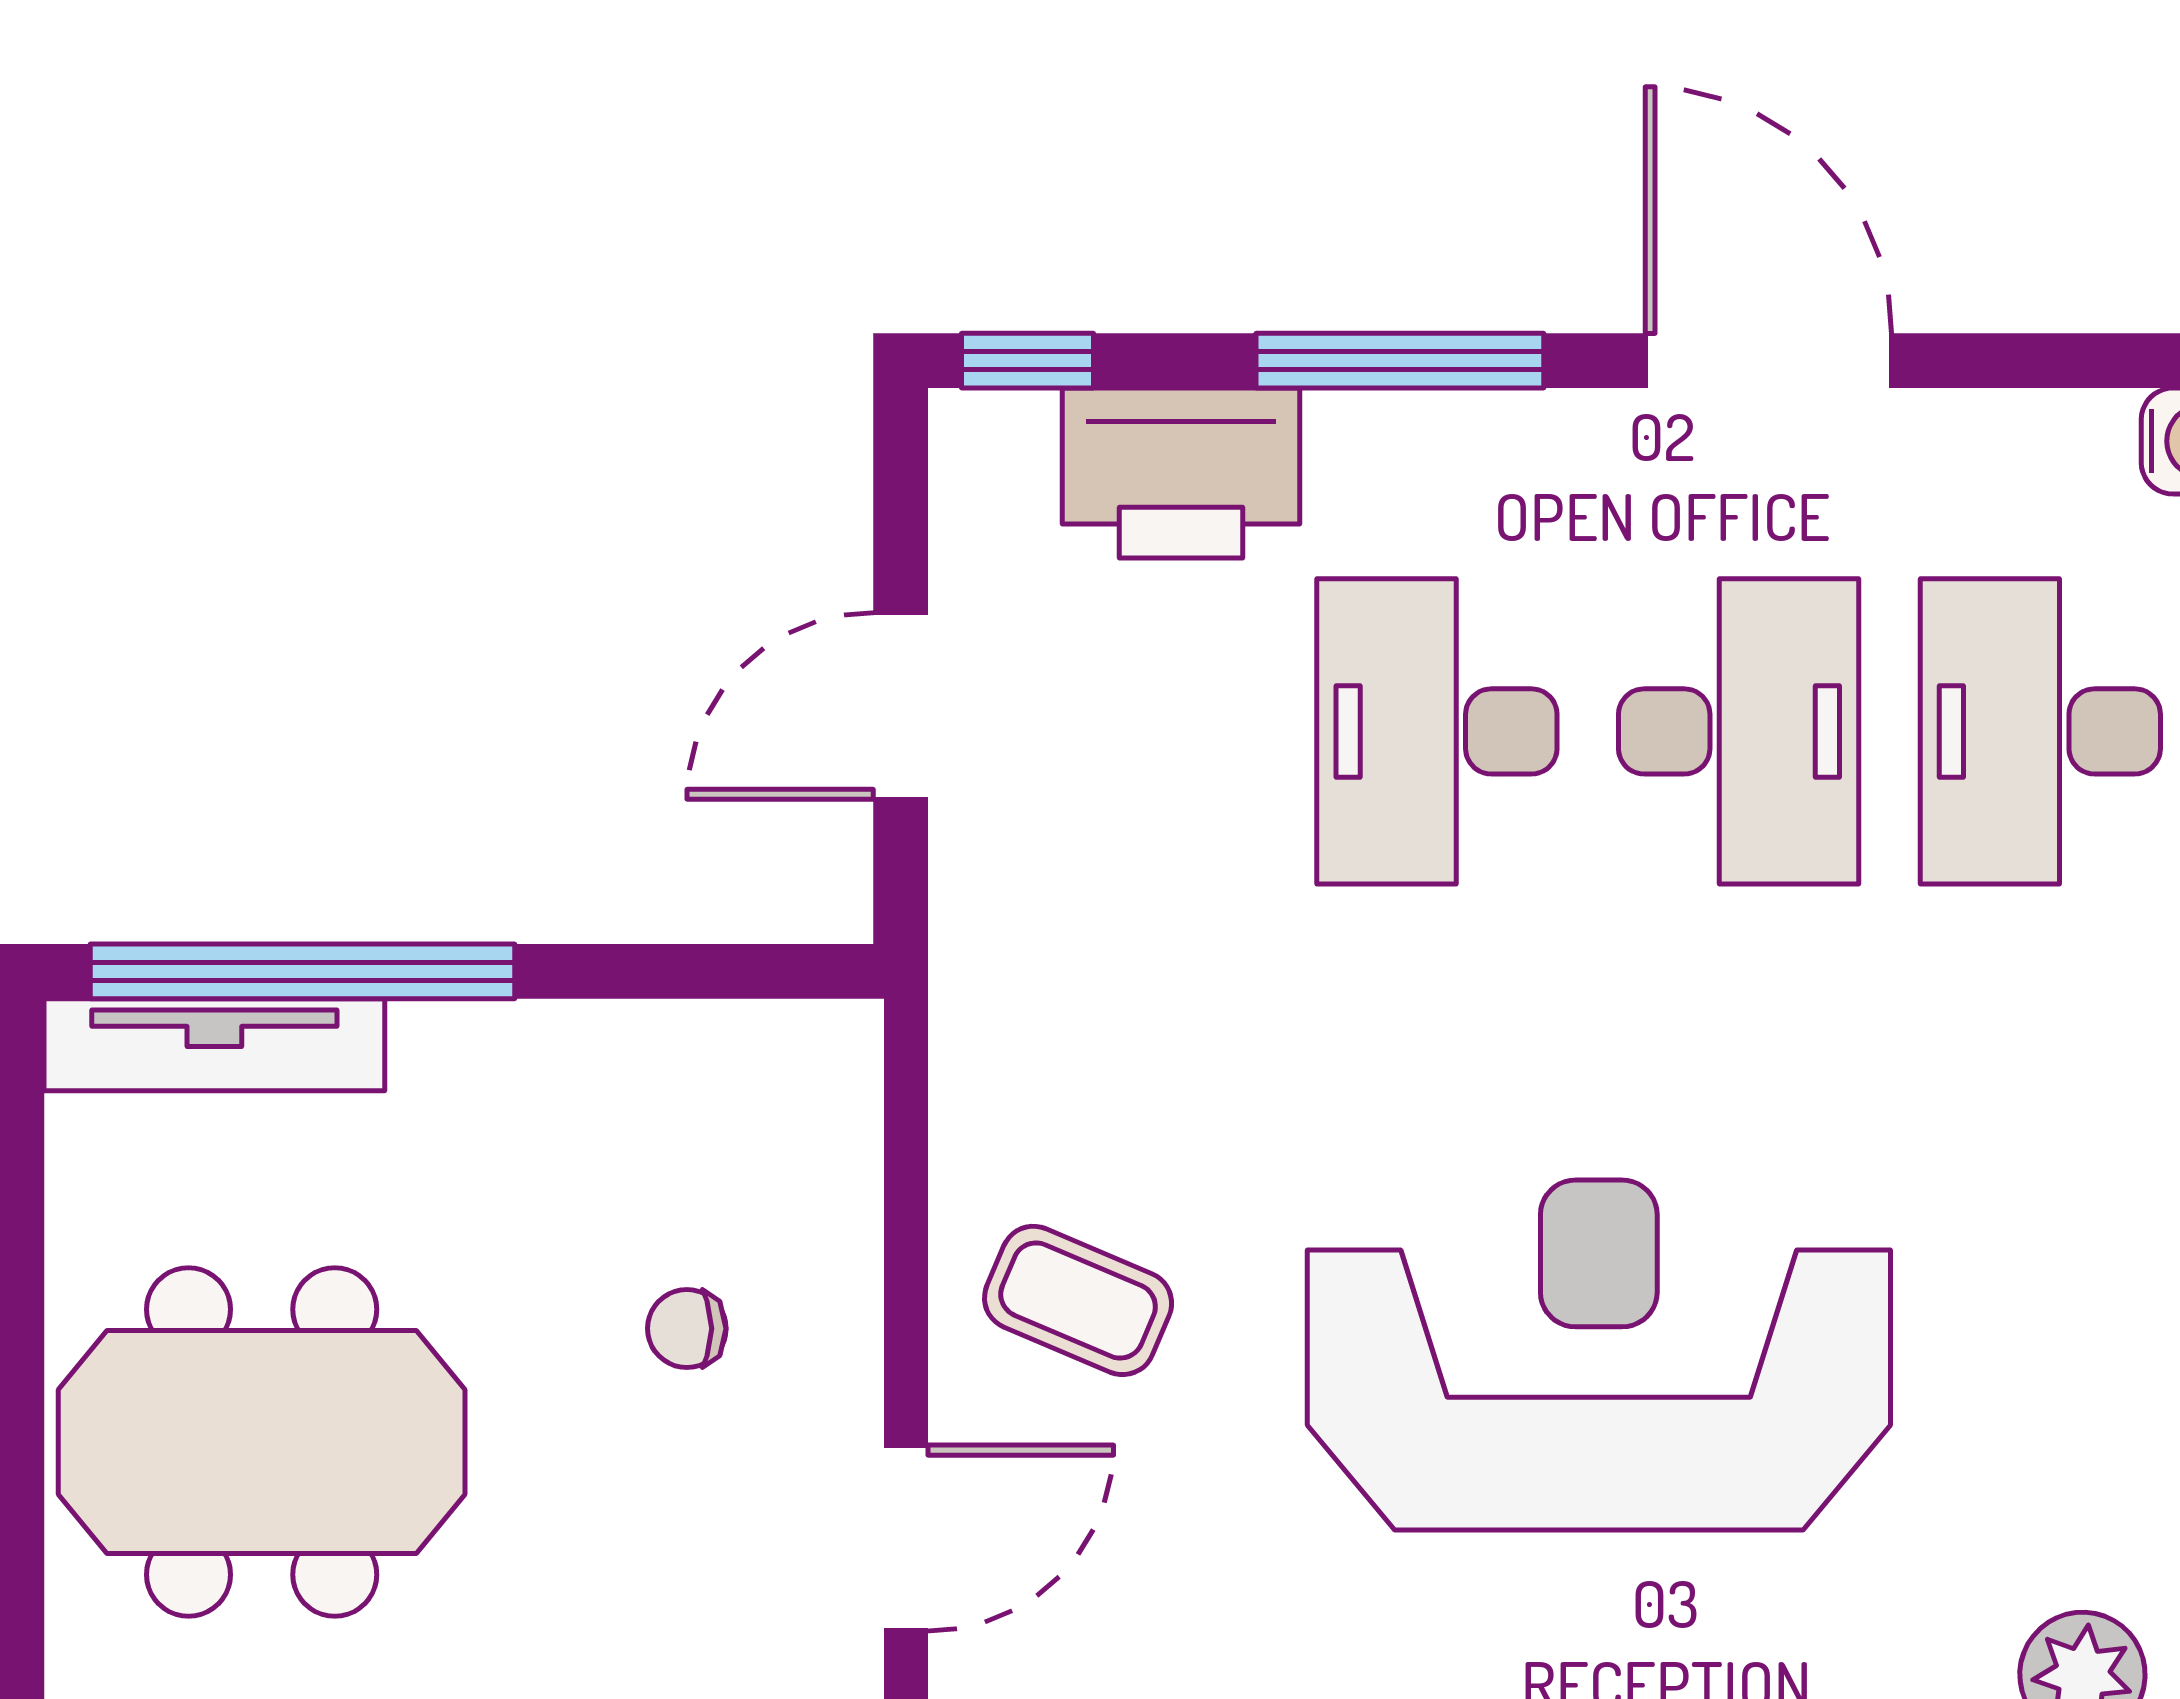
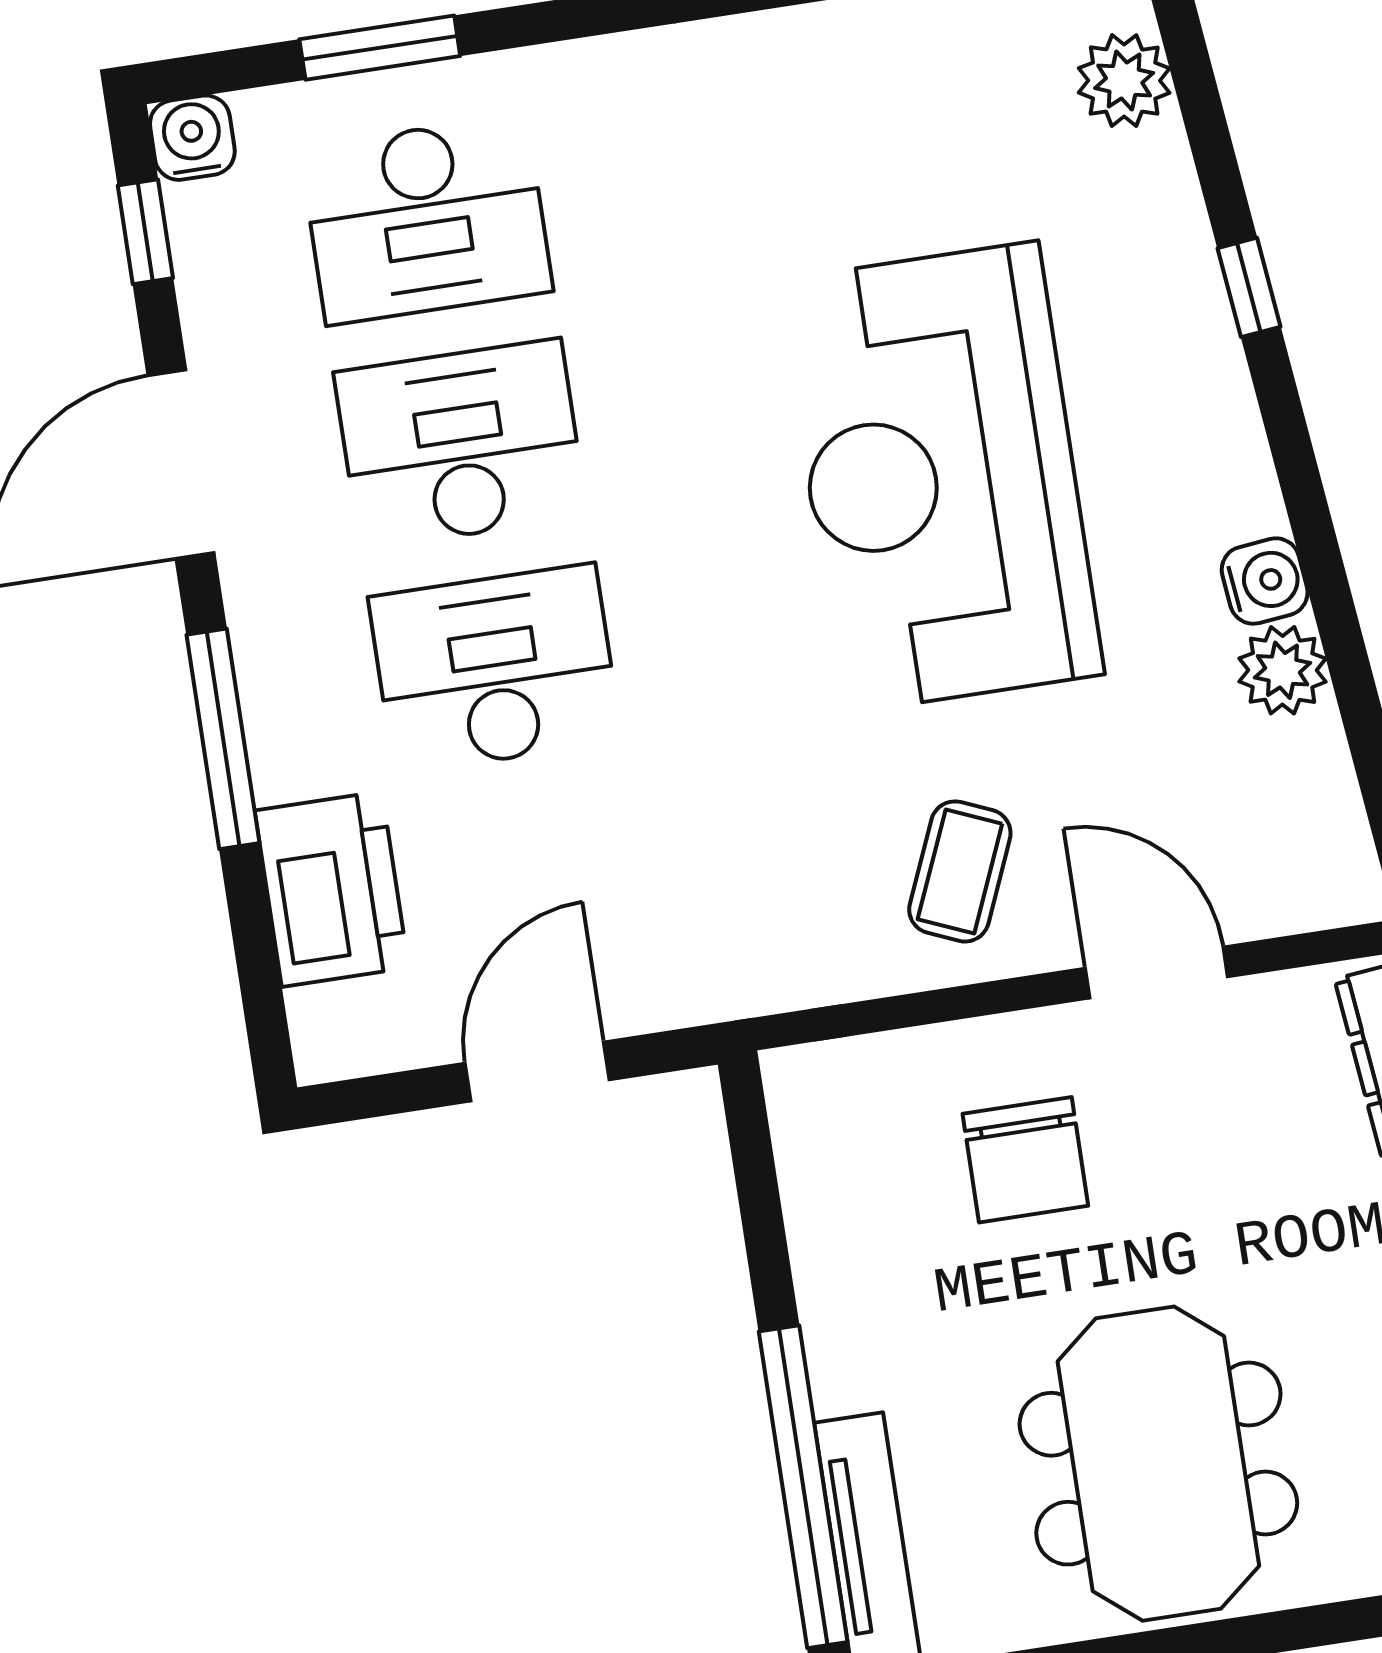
window: (1028, 361) -> (145, 232), moved
door: (901, 706) -> (537, 1071), swing flipped
desk: (1437, 731) -> (495, 669), turned 180
chair: (687, 1329) -> (1025, 1160), width x1.87, depth x1.87

